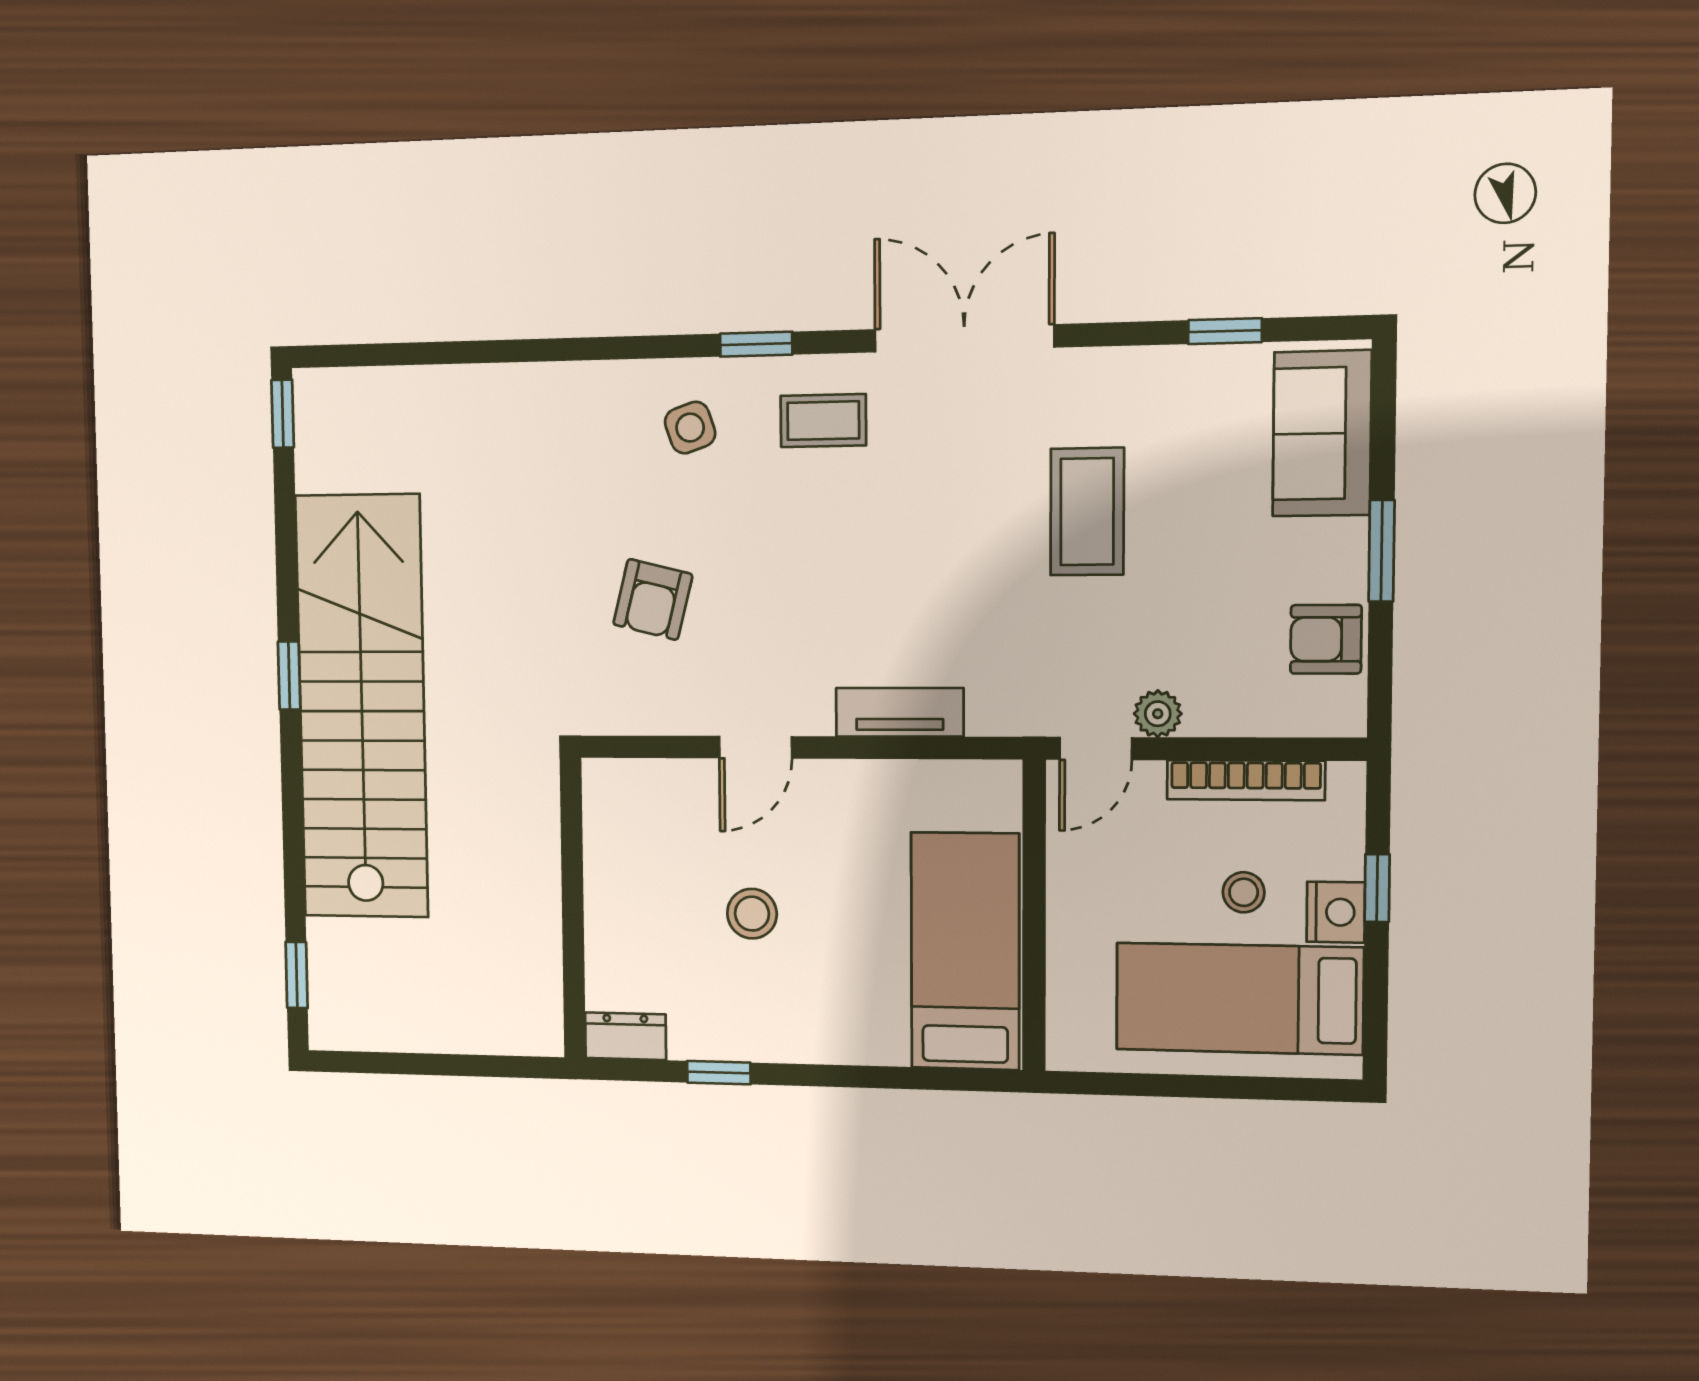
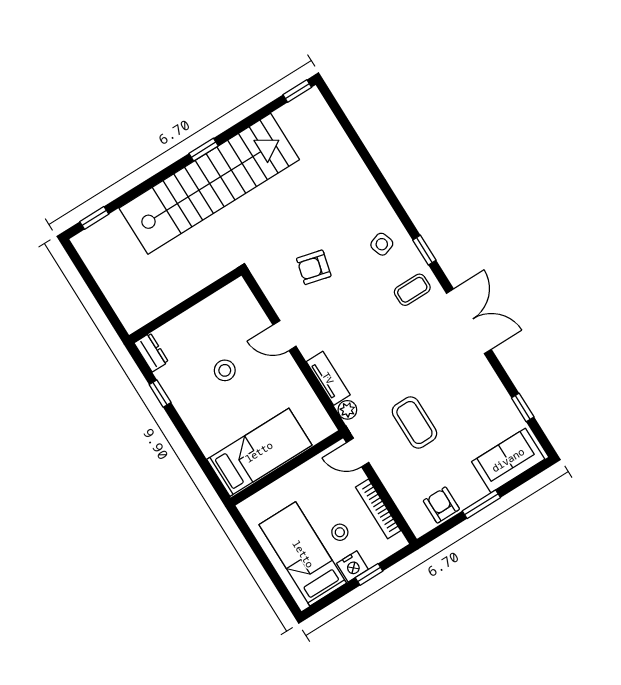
coffee table: (823, 421) -> (412, 290), turned 90
coffee table: (1087, 512) -> (414, 423), moved, turned 90
plant: (1158, 714) -> (347, 410), moved

